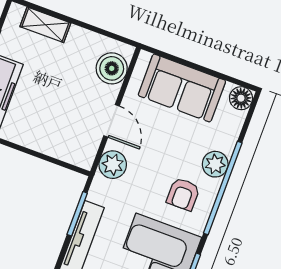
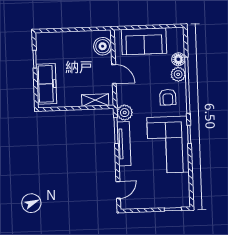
shelving: (45, 25) -> (95, 100), moved
floor lamp: (241, 98) -> (178, 59), moved
plant: (113, 165) -> (125, 113), moved

